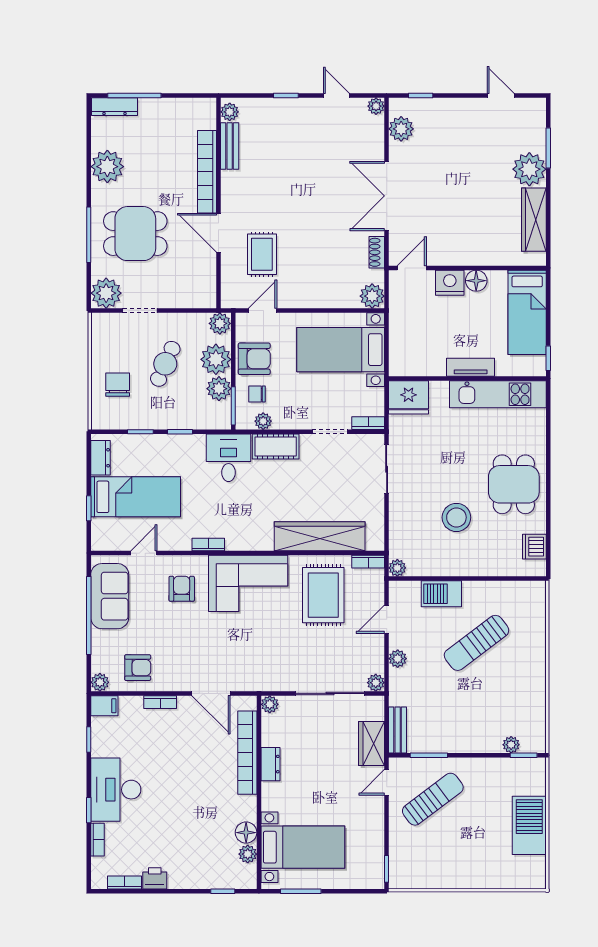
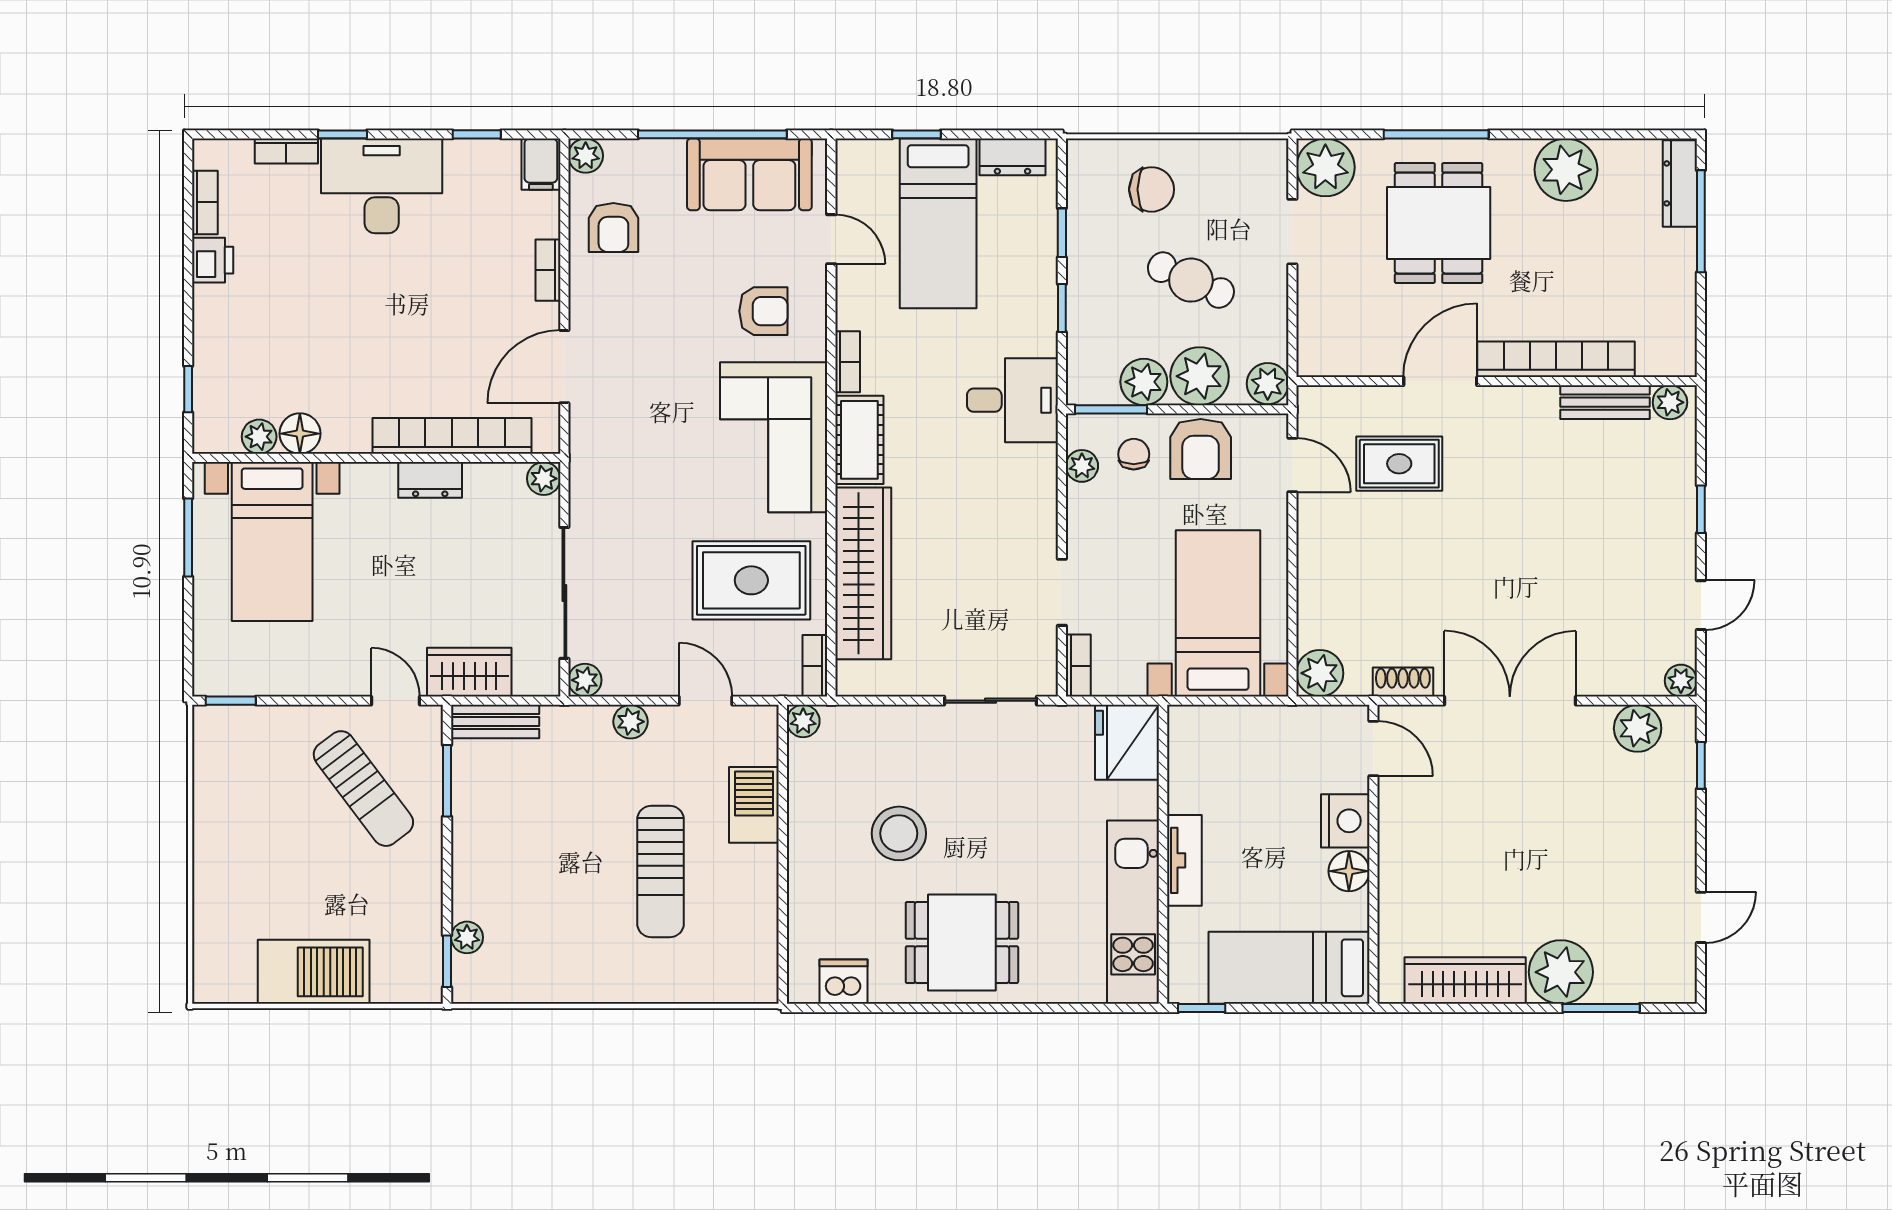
cot: (276, 447) -> (859, 440), moved
sun lounger: (476, 643) -> (661, 872), turned -143

